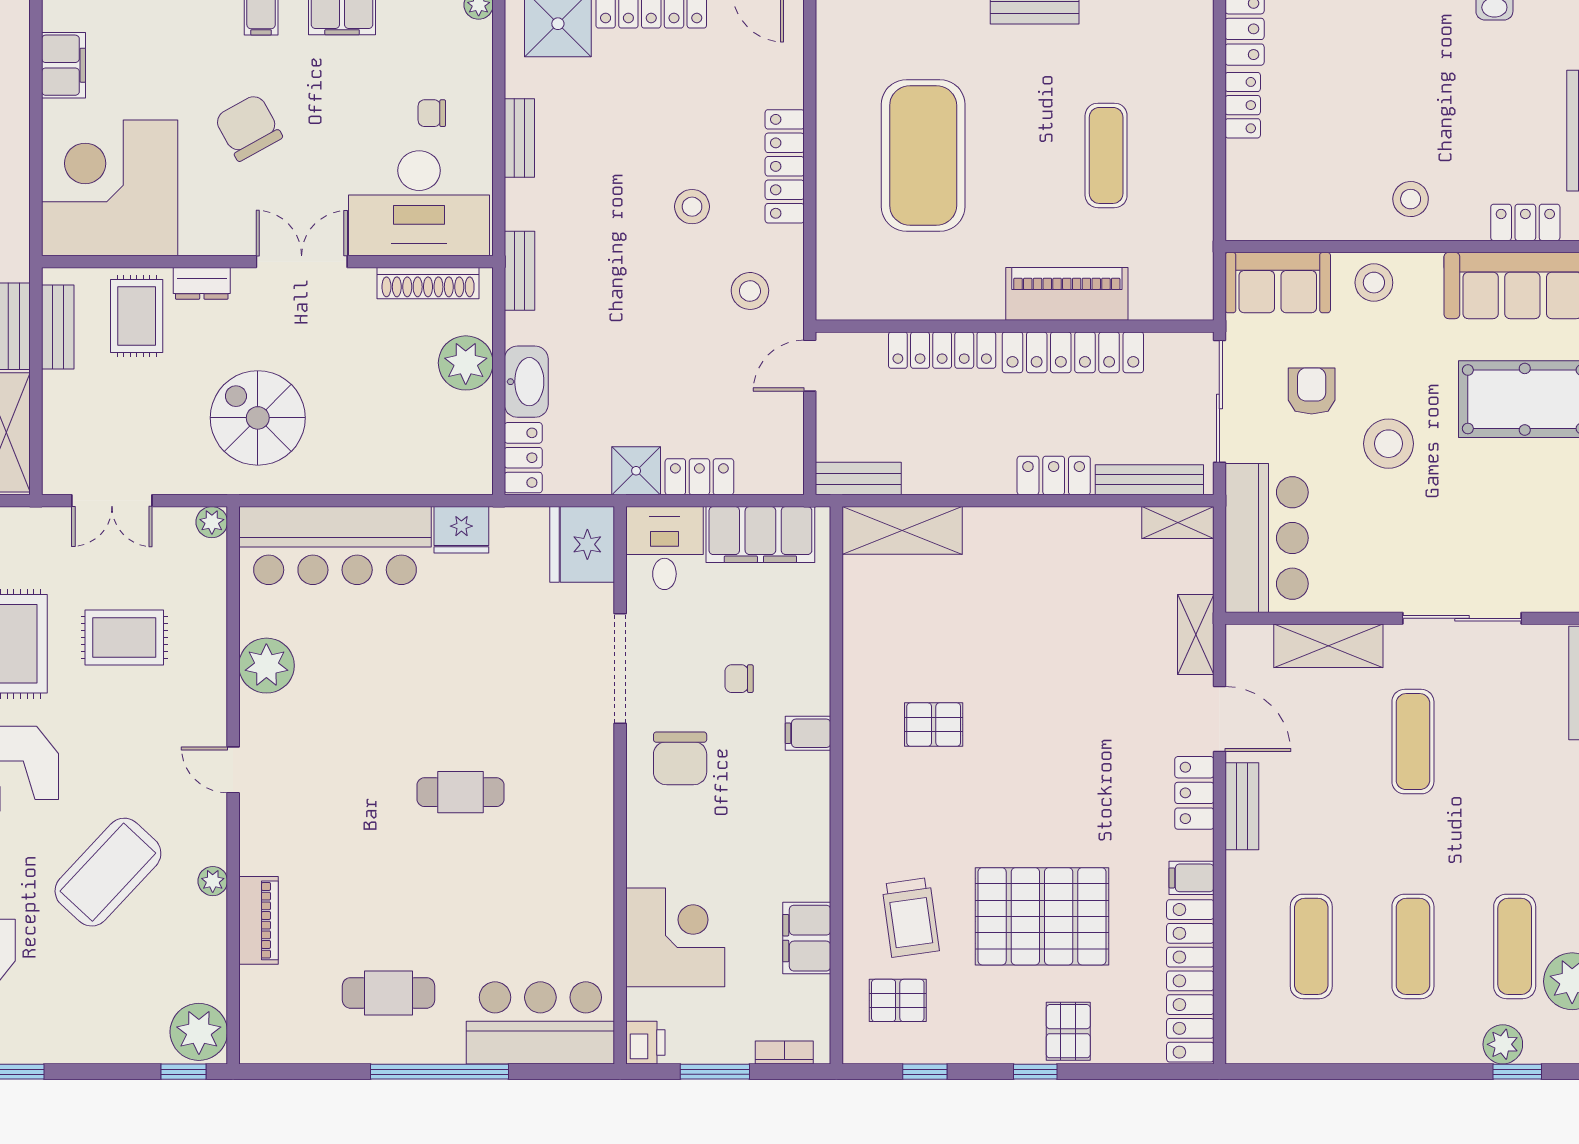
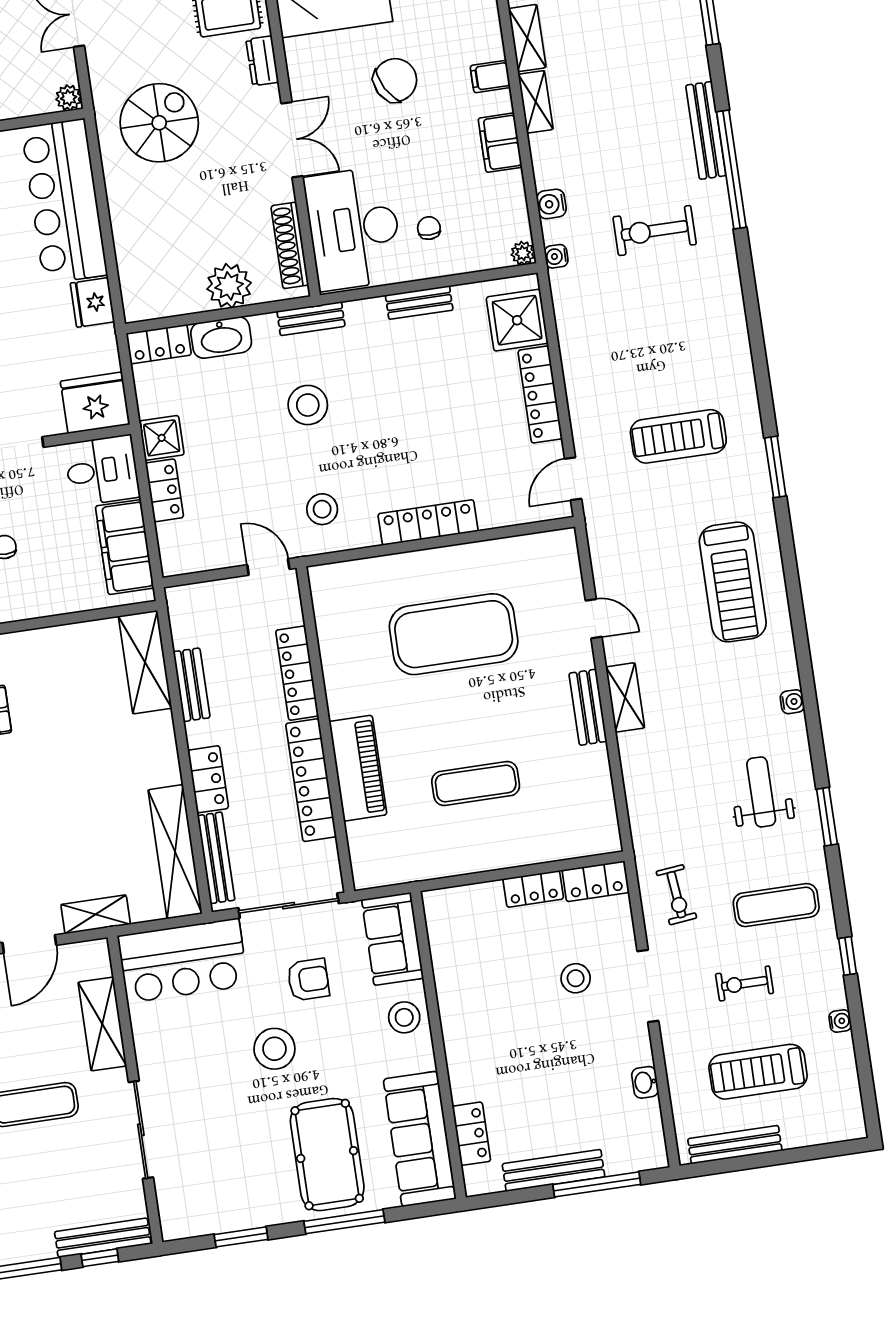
stool: (1411, 199) -> (576, 978), moved
stool: (692, 207) -> (308, 405), moved, width x1.38, depth x1.38
bench: (858, 479) -> (192, 685), moved
shelving: (1178, 523) -> (175, 852), width x2.20, depth x1.33

